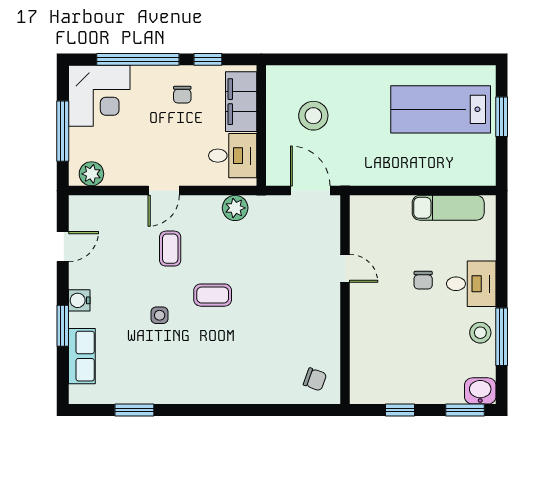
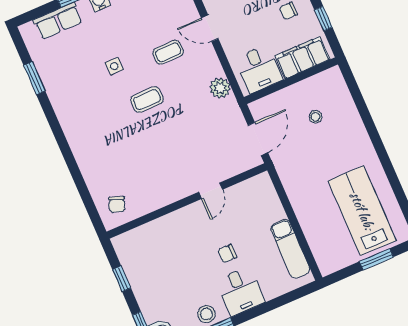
stool: (313, 116) -> (315, 117), width x0.53, depth x0.53
coffee table: (213, 295) -> (147, 100), turned 90

